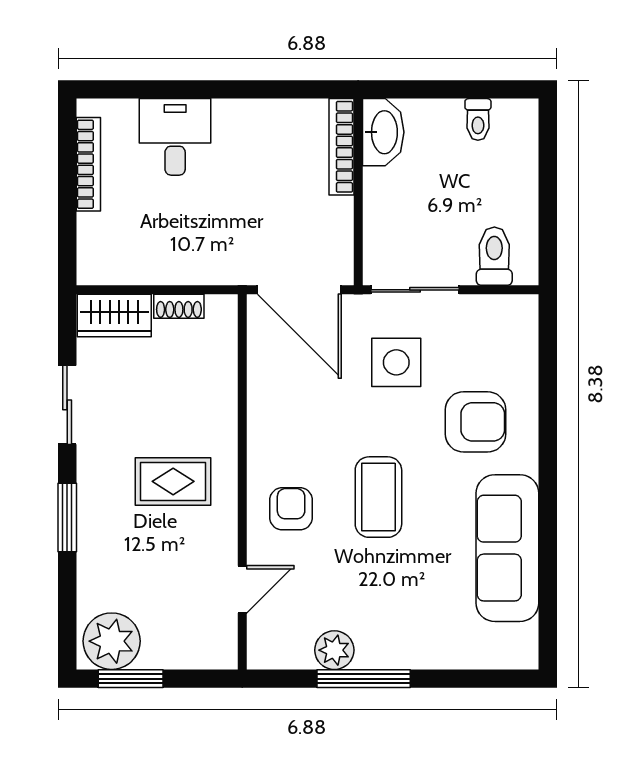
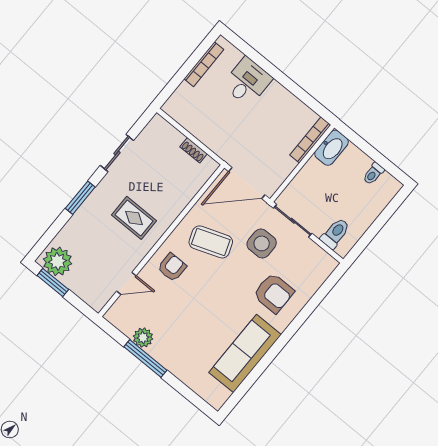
door: (299, 290) -> (247, 183), hinge flipped
wardrobe: (114, 316) -> (165, 133), removed
coffee table: (378, 497) -> (211, 242), moved, turned 70

